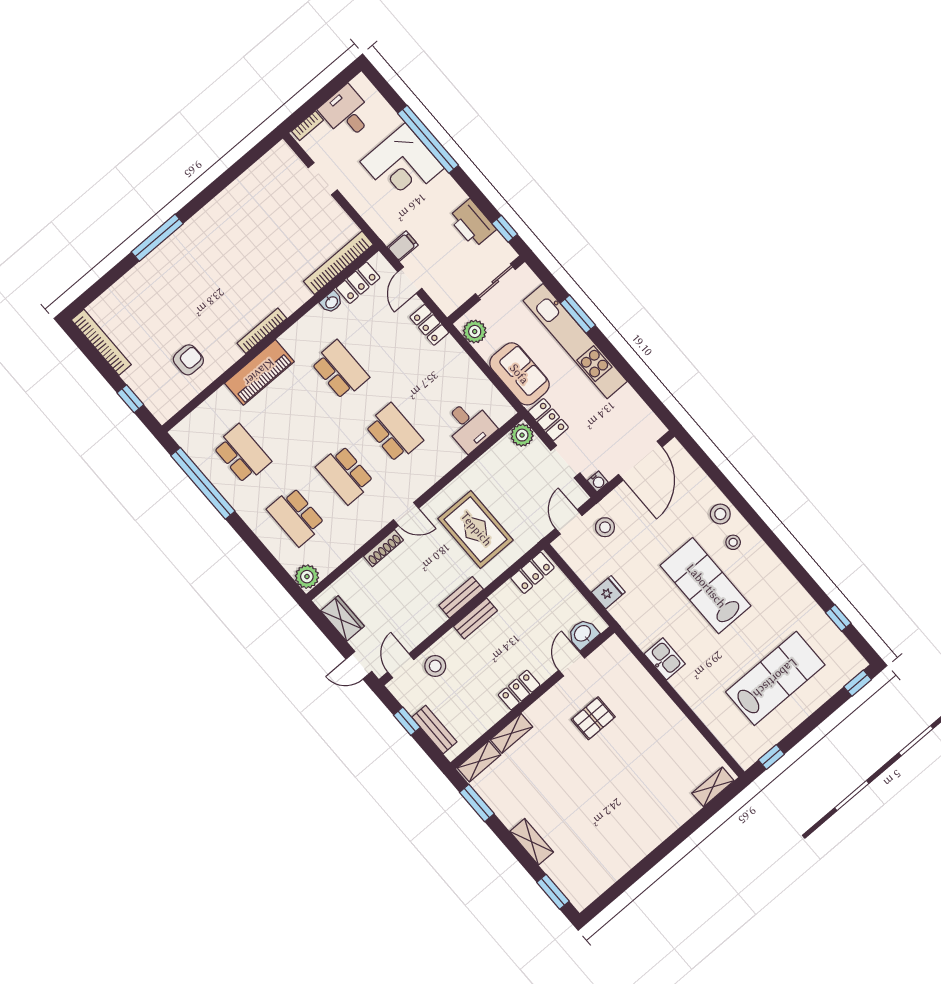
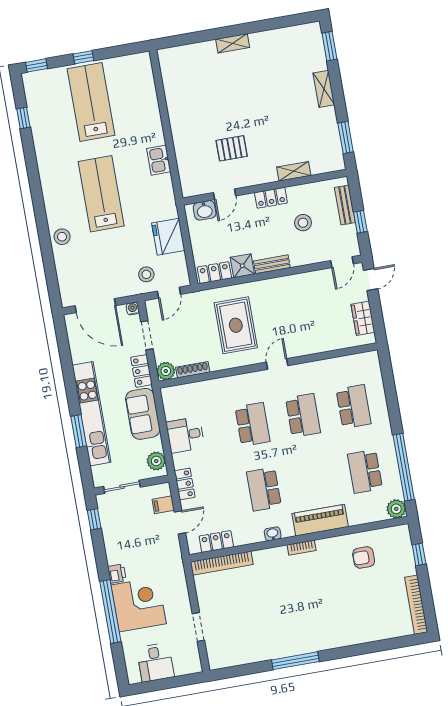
bookcase: (307, 126) -> (187, 670), removed
printer: (472, 223) -> (117, 574), moved, width x0.53, depth x0.68
window: (157, 238) -> (295, 661), moved
filing cabinet: (403, 246) -> (163, 505), moved
washbasin: (331, 302) -> (273, 534), moved
bookcase: (262, 331) -> (302, 548), width x0.64
desk: (469, 426) -> (185, 435), moved, turned -90
school desk: (394, 433) -> (252, 424), turned 180
door: (640, 461) -> (95, 306), swing flipped
door: (406, 514) -> (277, 364), hinge flipped
stool: (733, 542) -> (65, 212), removed
shoe rack: (383, 548) -> (193, 370), moved
plant: (307, 577) -> (396, 509), moved
lab bench: (706, 586) -> (101, 194), turned 180
fridge: (608, 592) -> (168, 237), width x1.88, depth x1.34
bench: (461, 597) -> (273, 285), removed
shower: (507, 598) -> (242, 266), added
door: (359, 665) -> (371, 279), hinge flipped
stool: (435, 666) -> (303, 223), moved
lab bench: (775, 678) -> (91, 102), turned 90
window: (771, 757) -> (83, 57), moved
shelving: (479, 761) -> (327, 165), removed
shelving: (713, 787) -> (233, 43), moved

